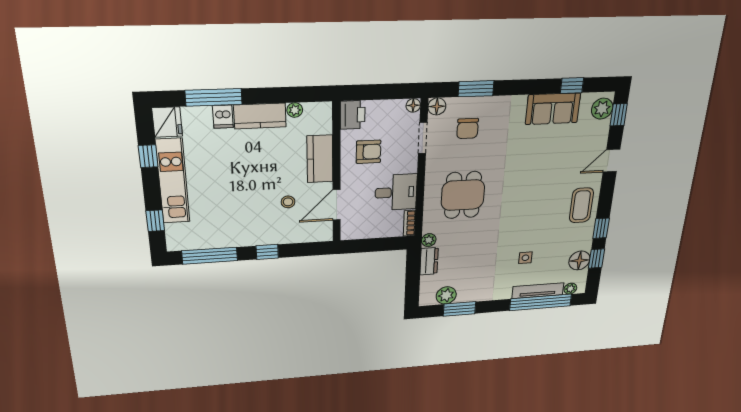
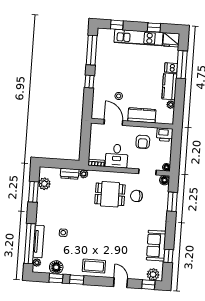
chair: (468, 129) -> (136, 196), moved

